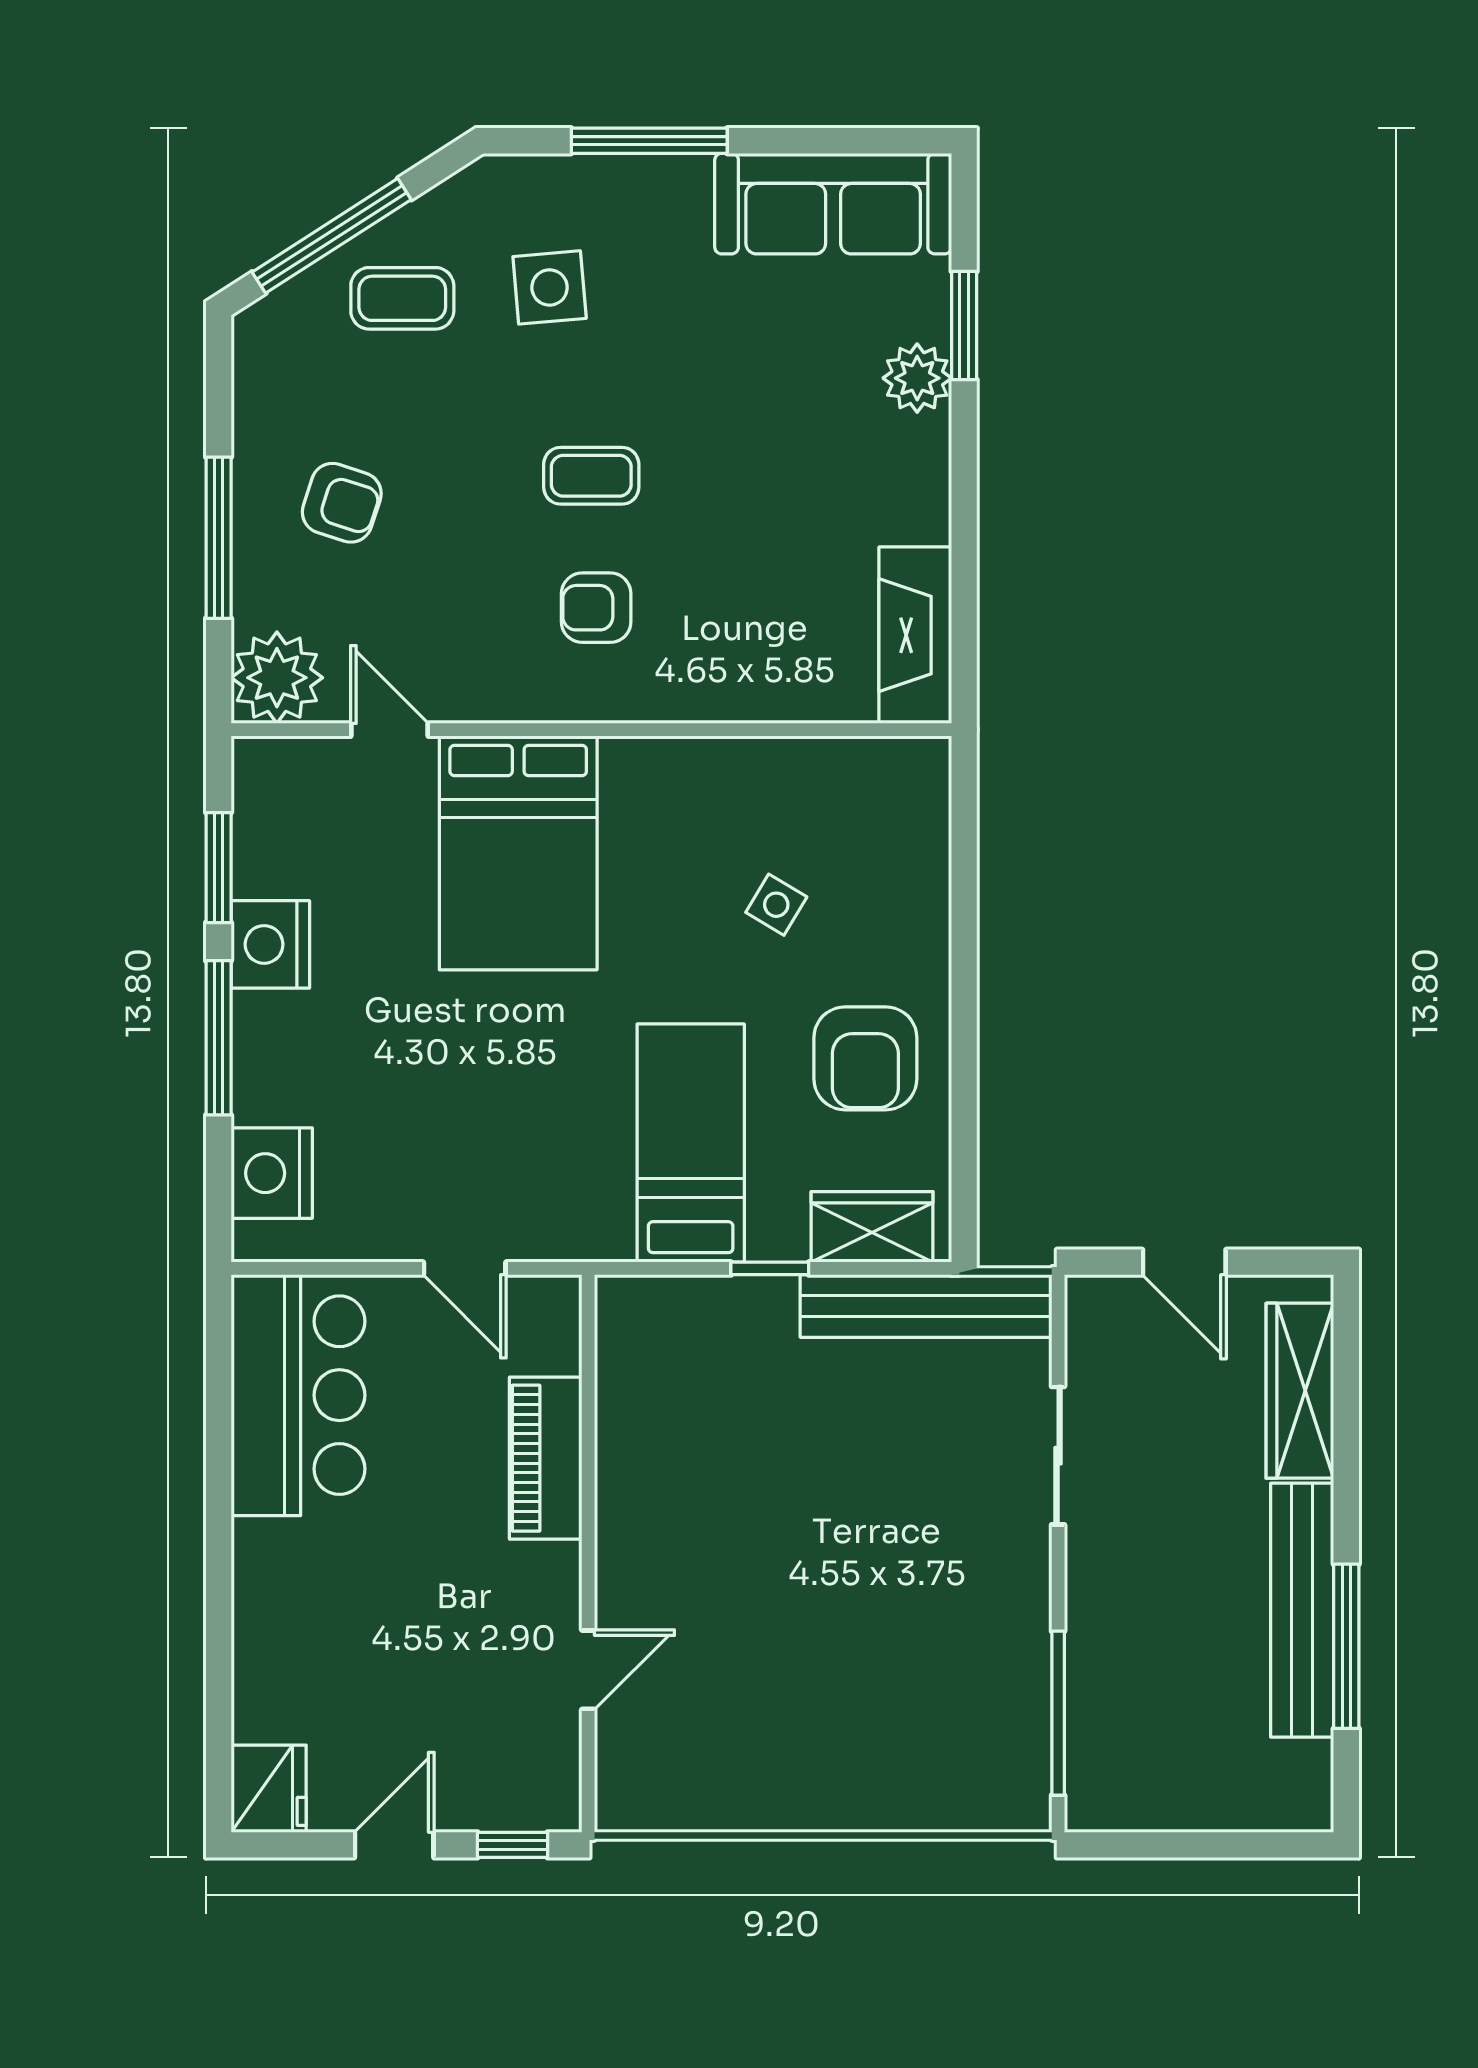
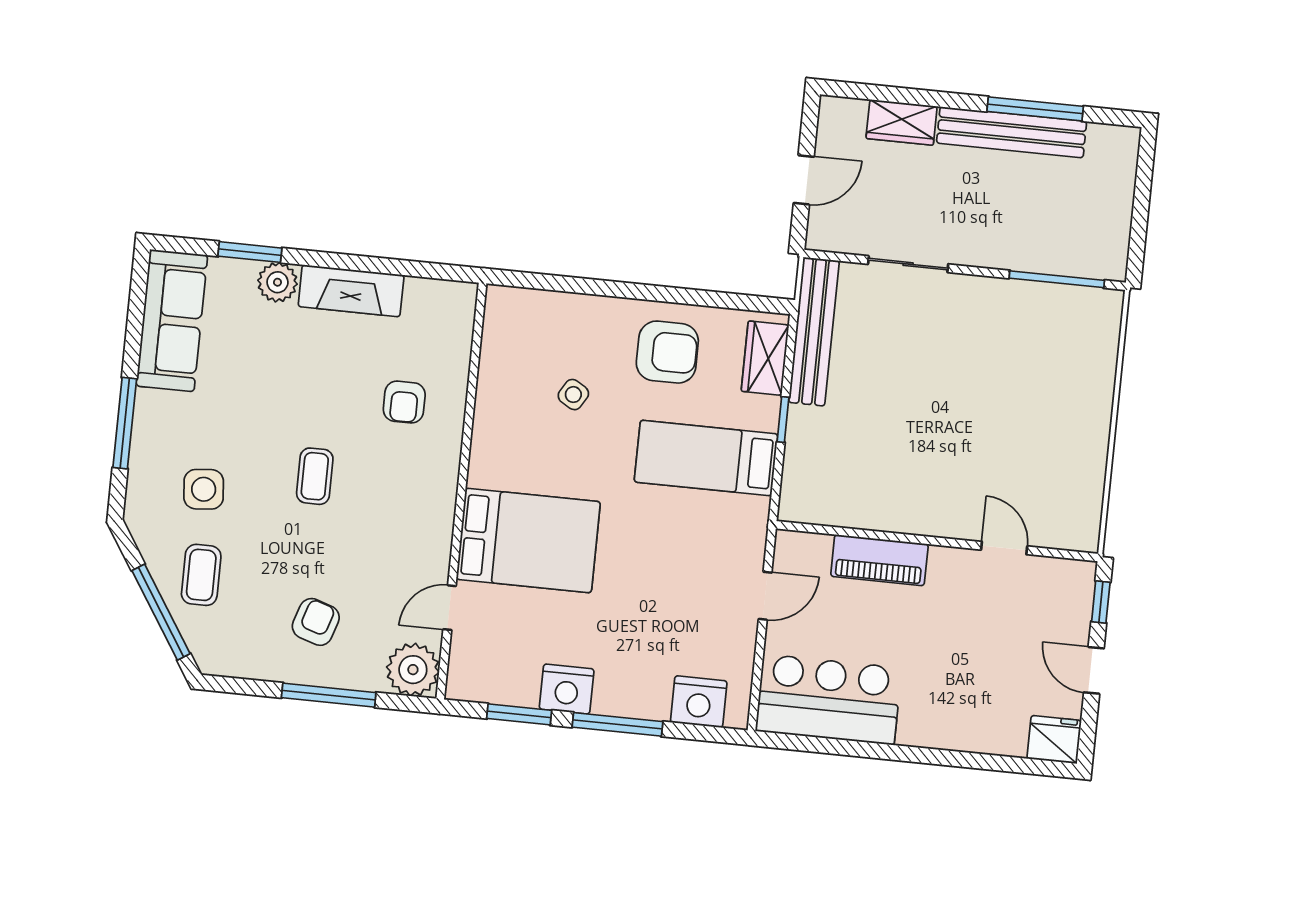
armchair: (596, 608) -> (404, 402), moved
fireplace: (915, 635) -> (351, 291), moved
wardrobe: (1300, 1391) -> (902, 122), width x0.67

